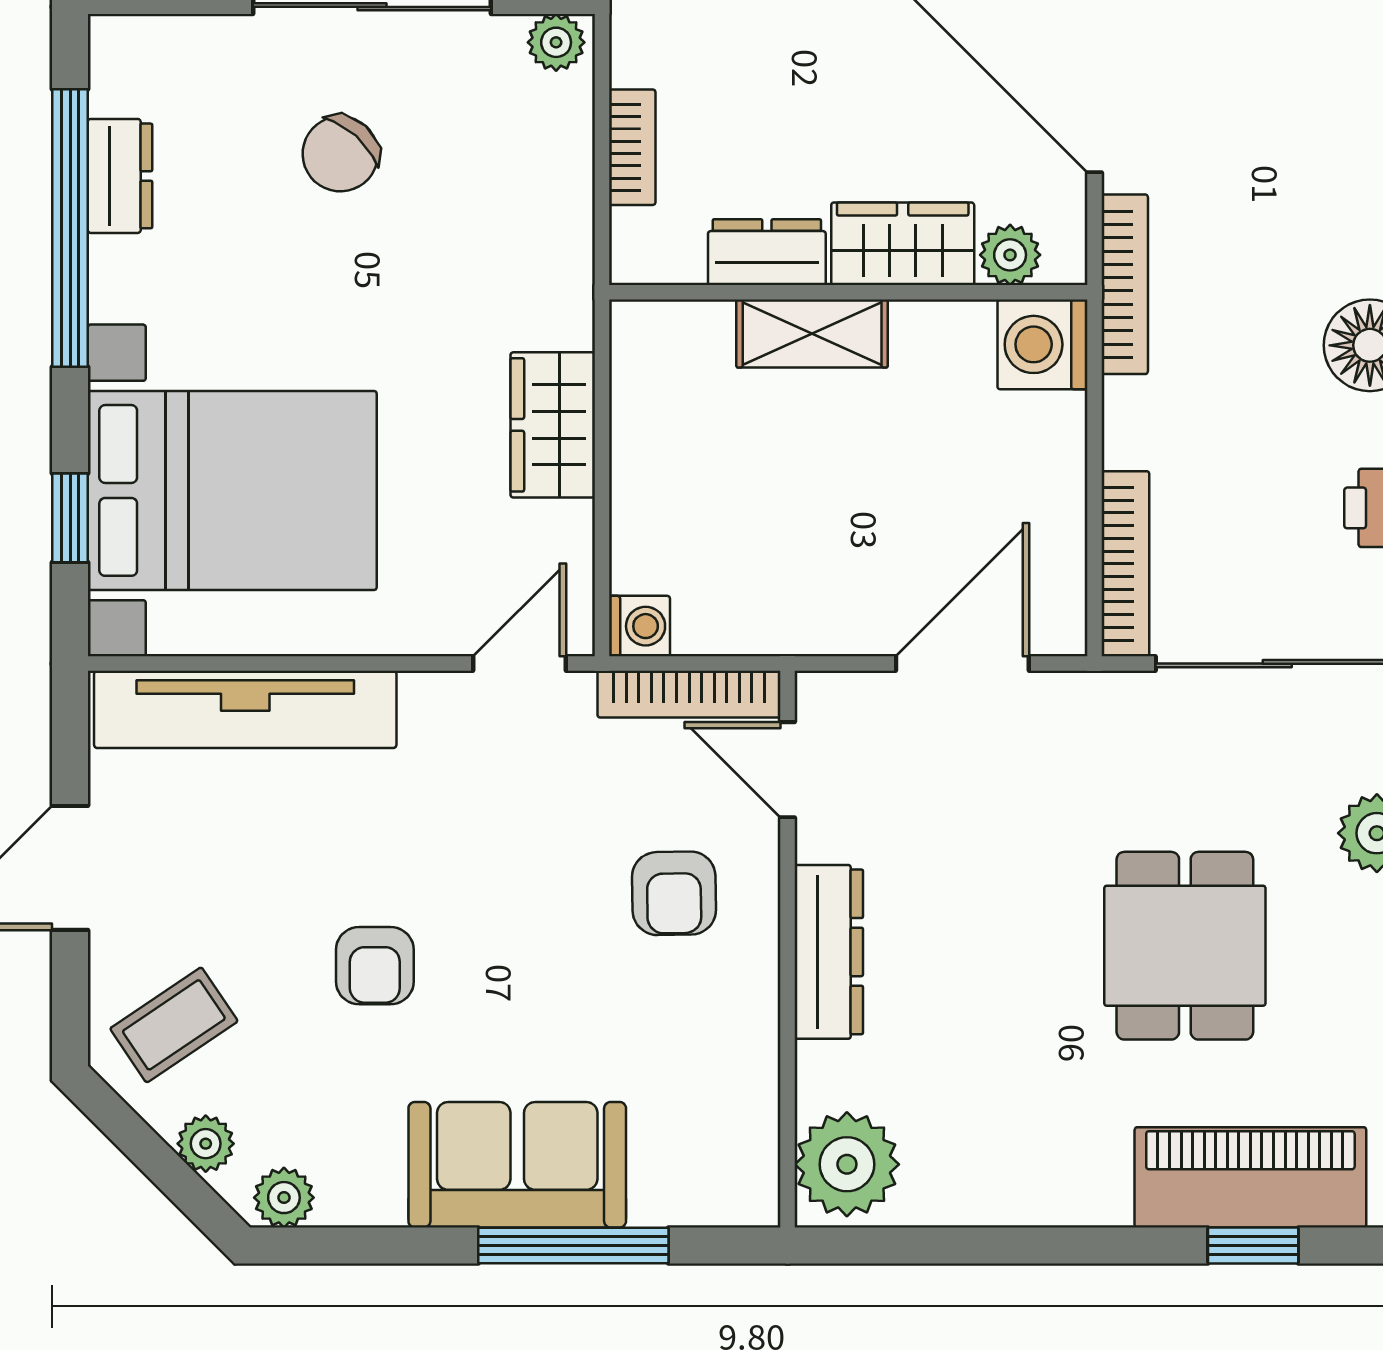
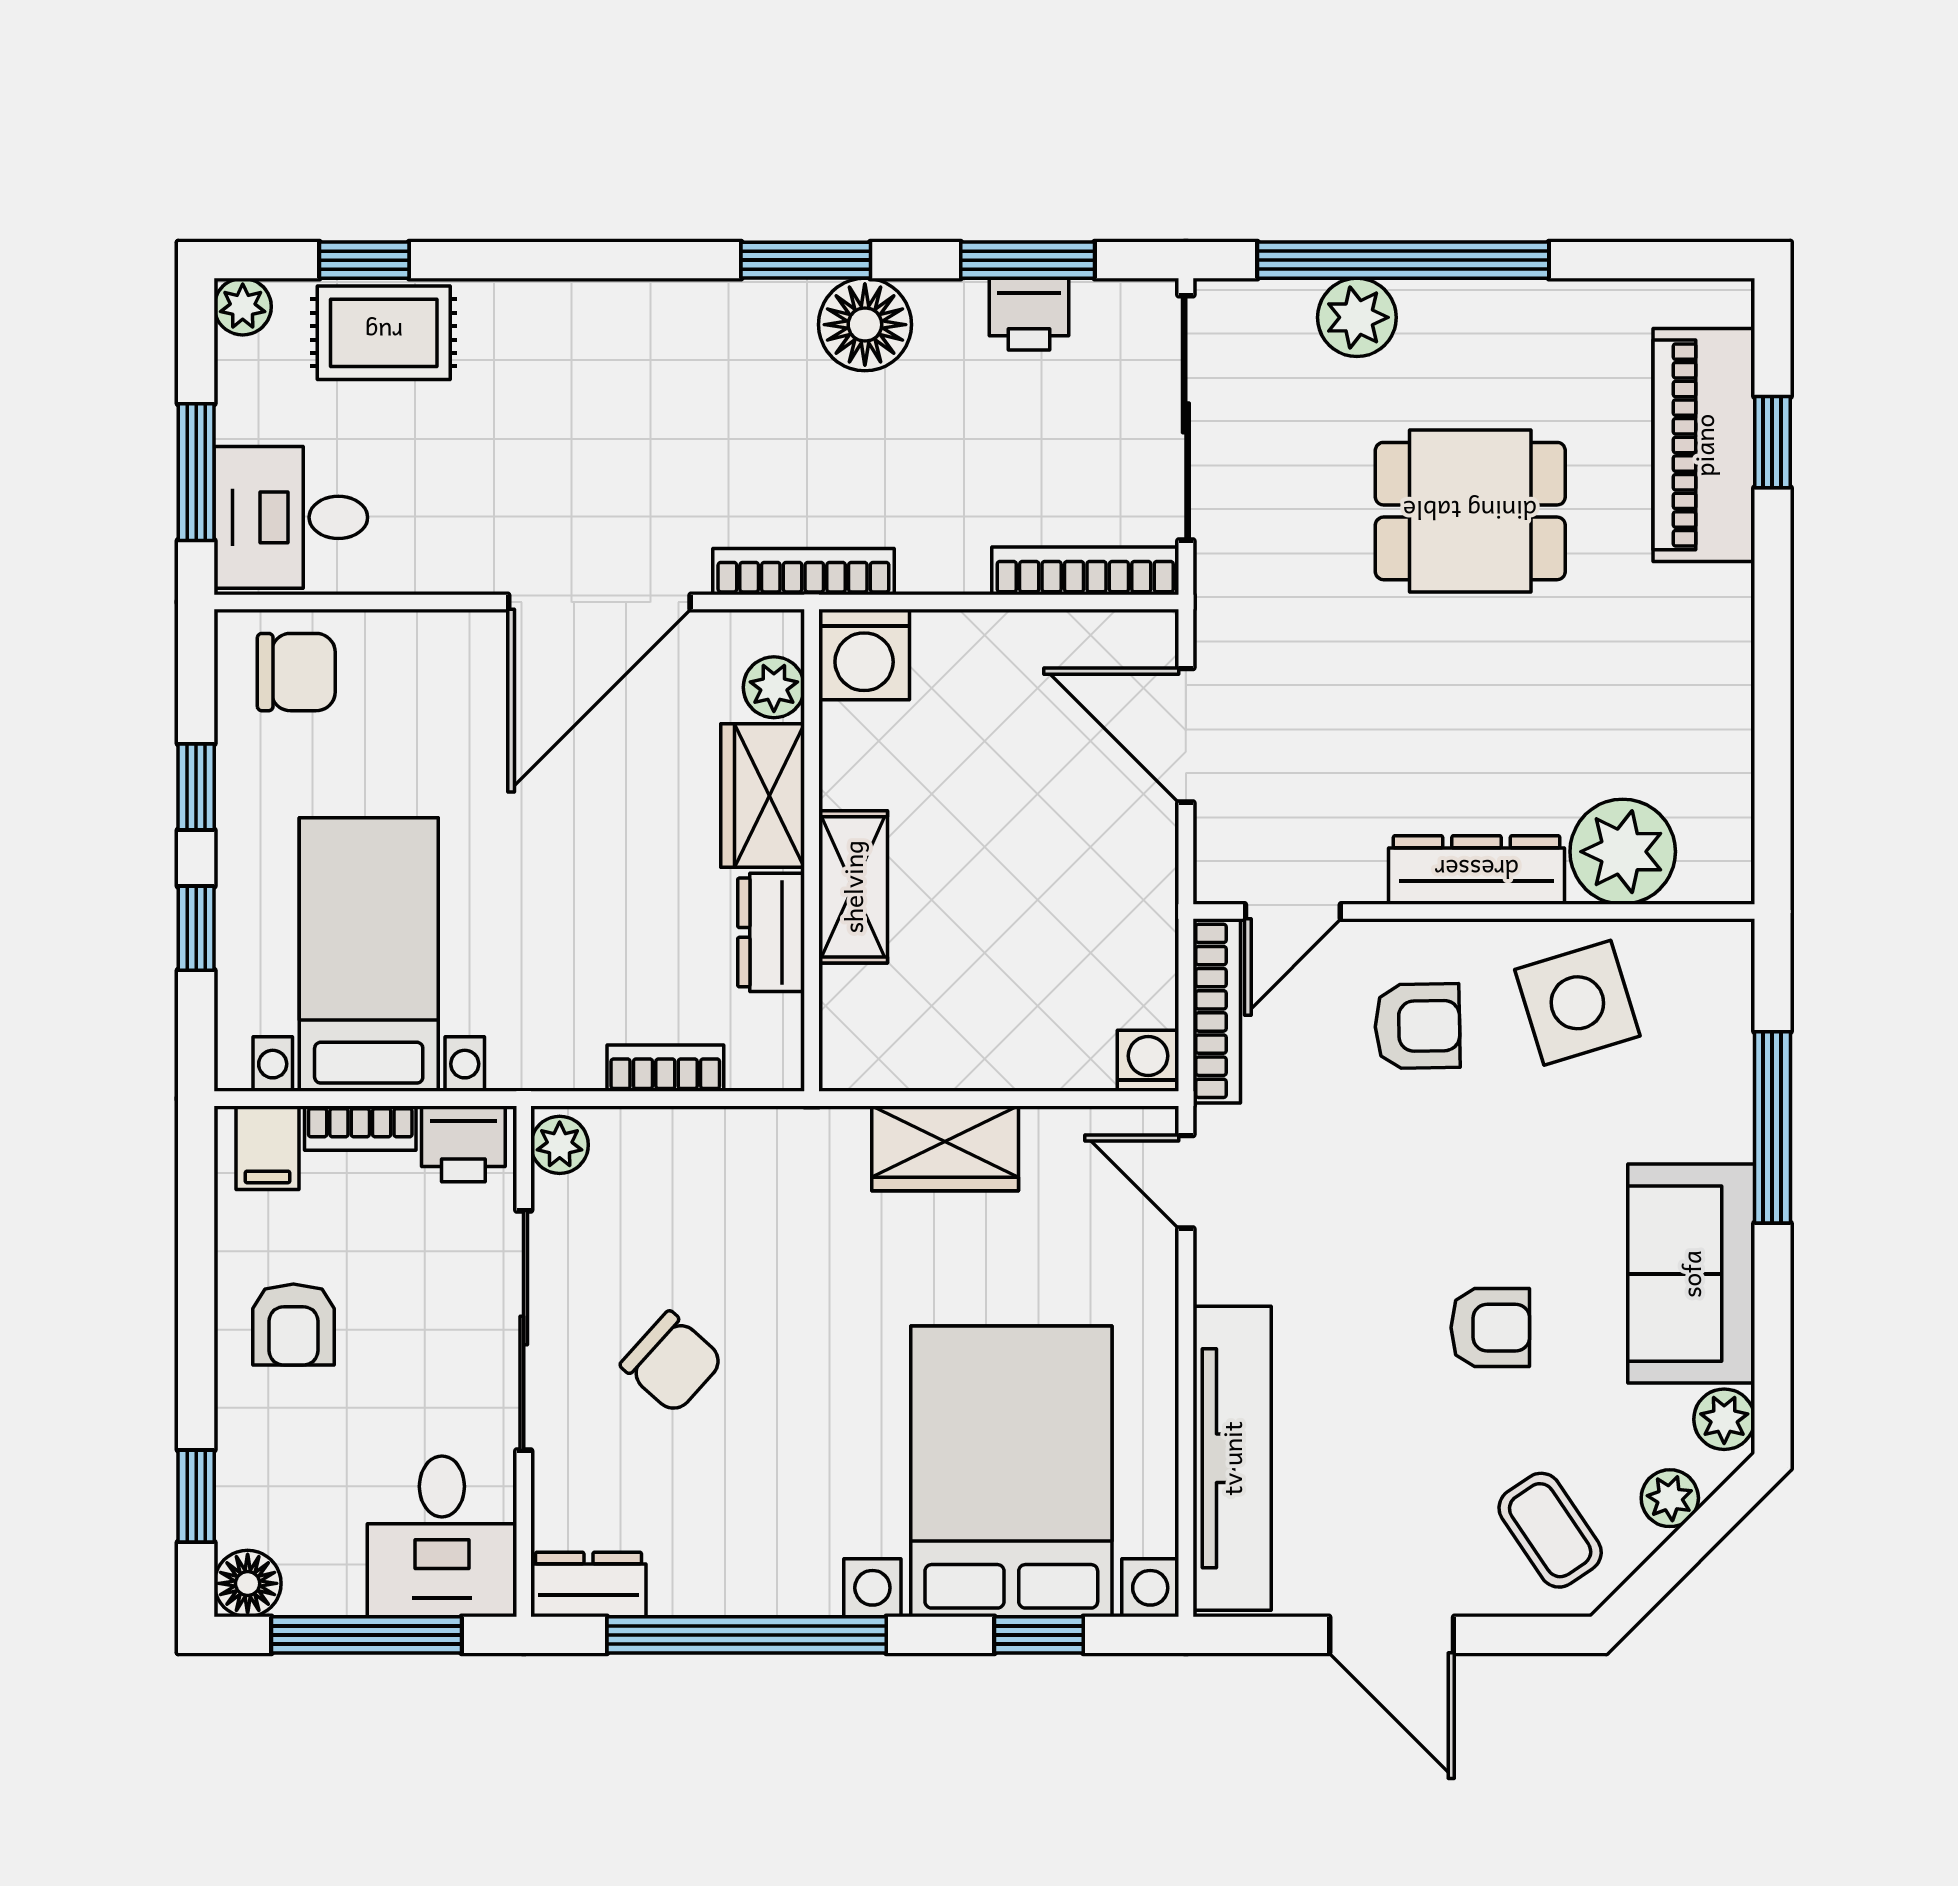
dresser: (120, 176) -> (588, 1585), moved
side table: (697, 1052) -> (1577, 1003), added
plant: (847, 1164) -> (1623, 852), moved
sofa: (517, 1165) -> (1691, 1274), moved

